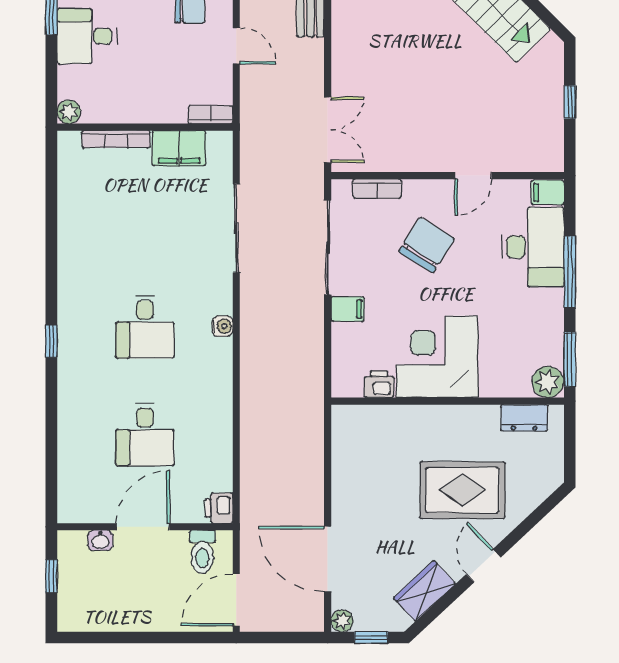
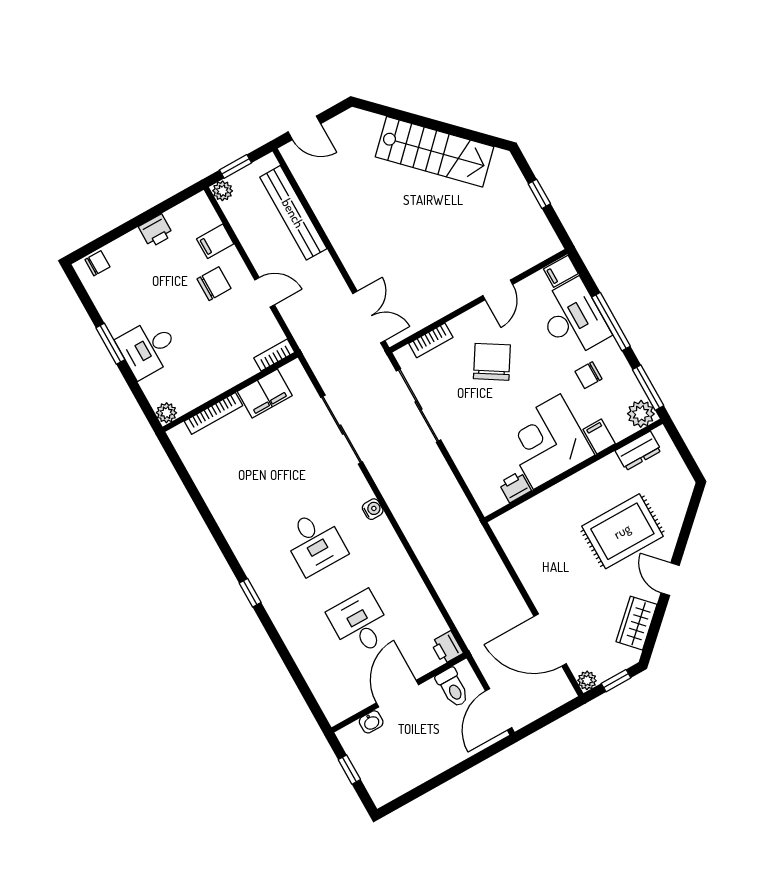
filing cabinet: (348, 309) -> (599, 437), moved, turned -90
chair: (517, 313) -> (589, 375), added
desk: (145, 435) -> (360, 623), turned 180

